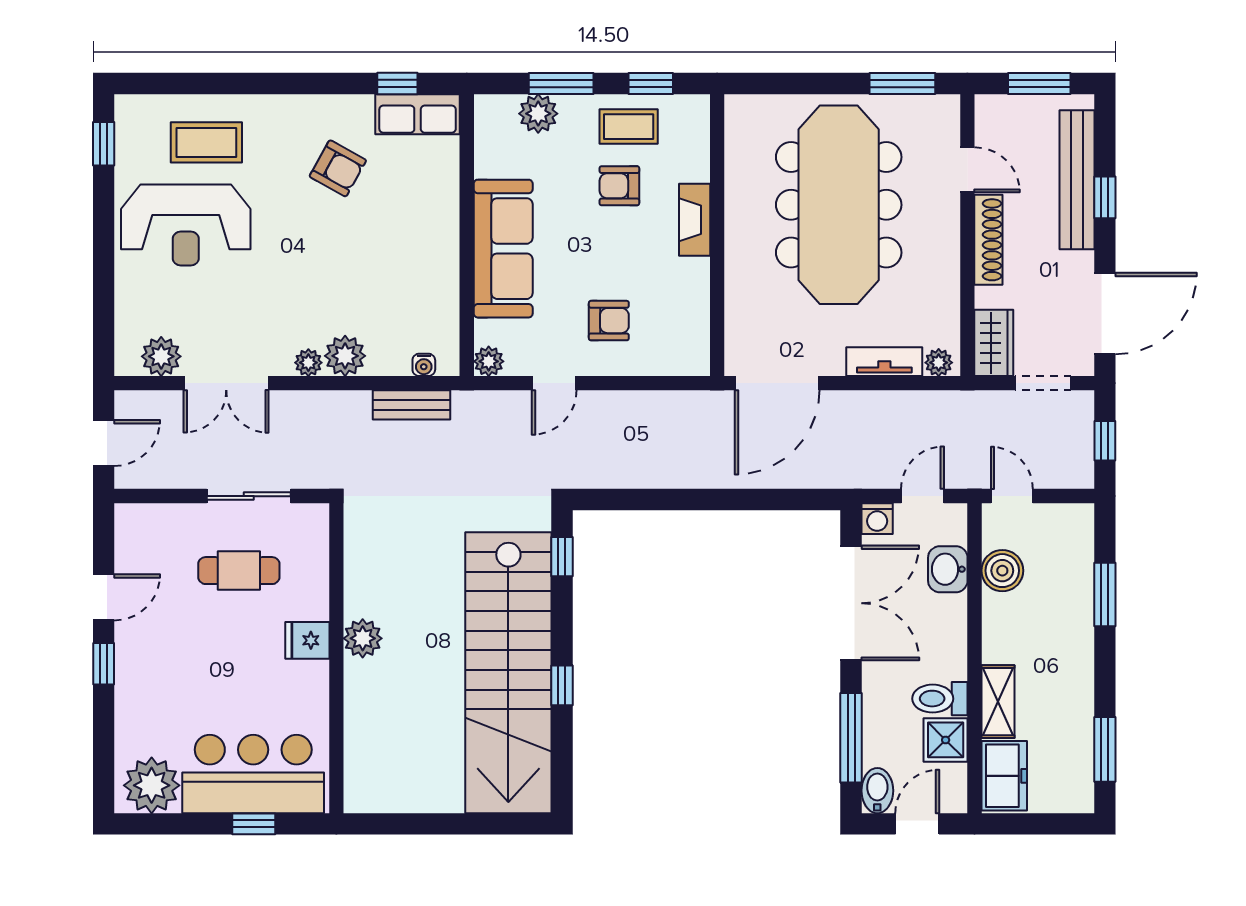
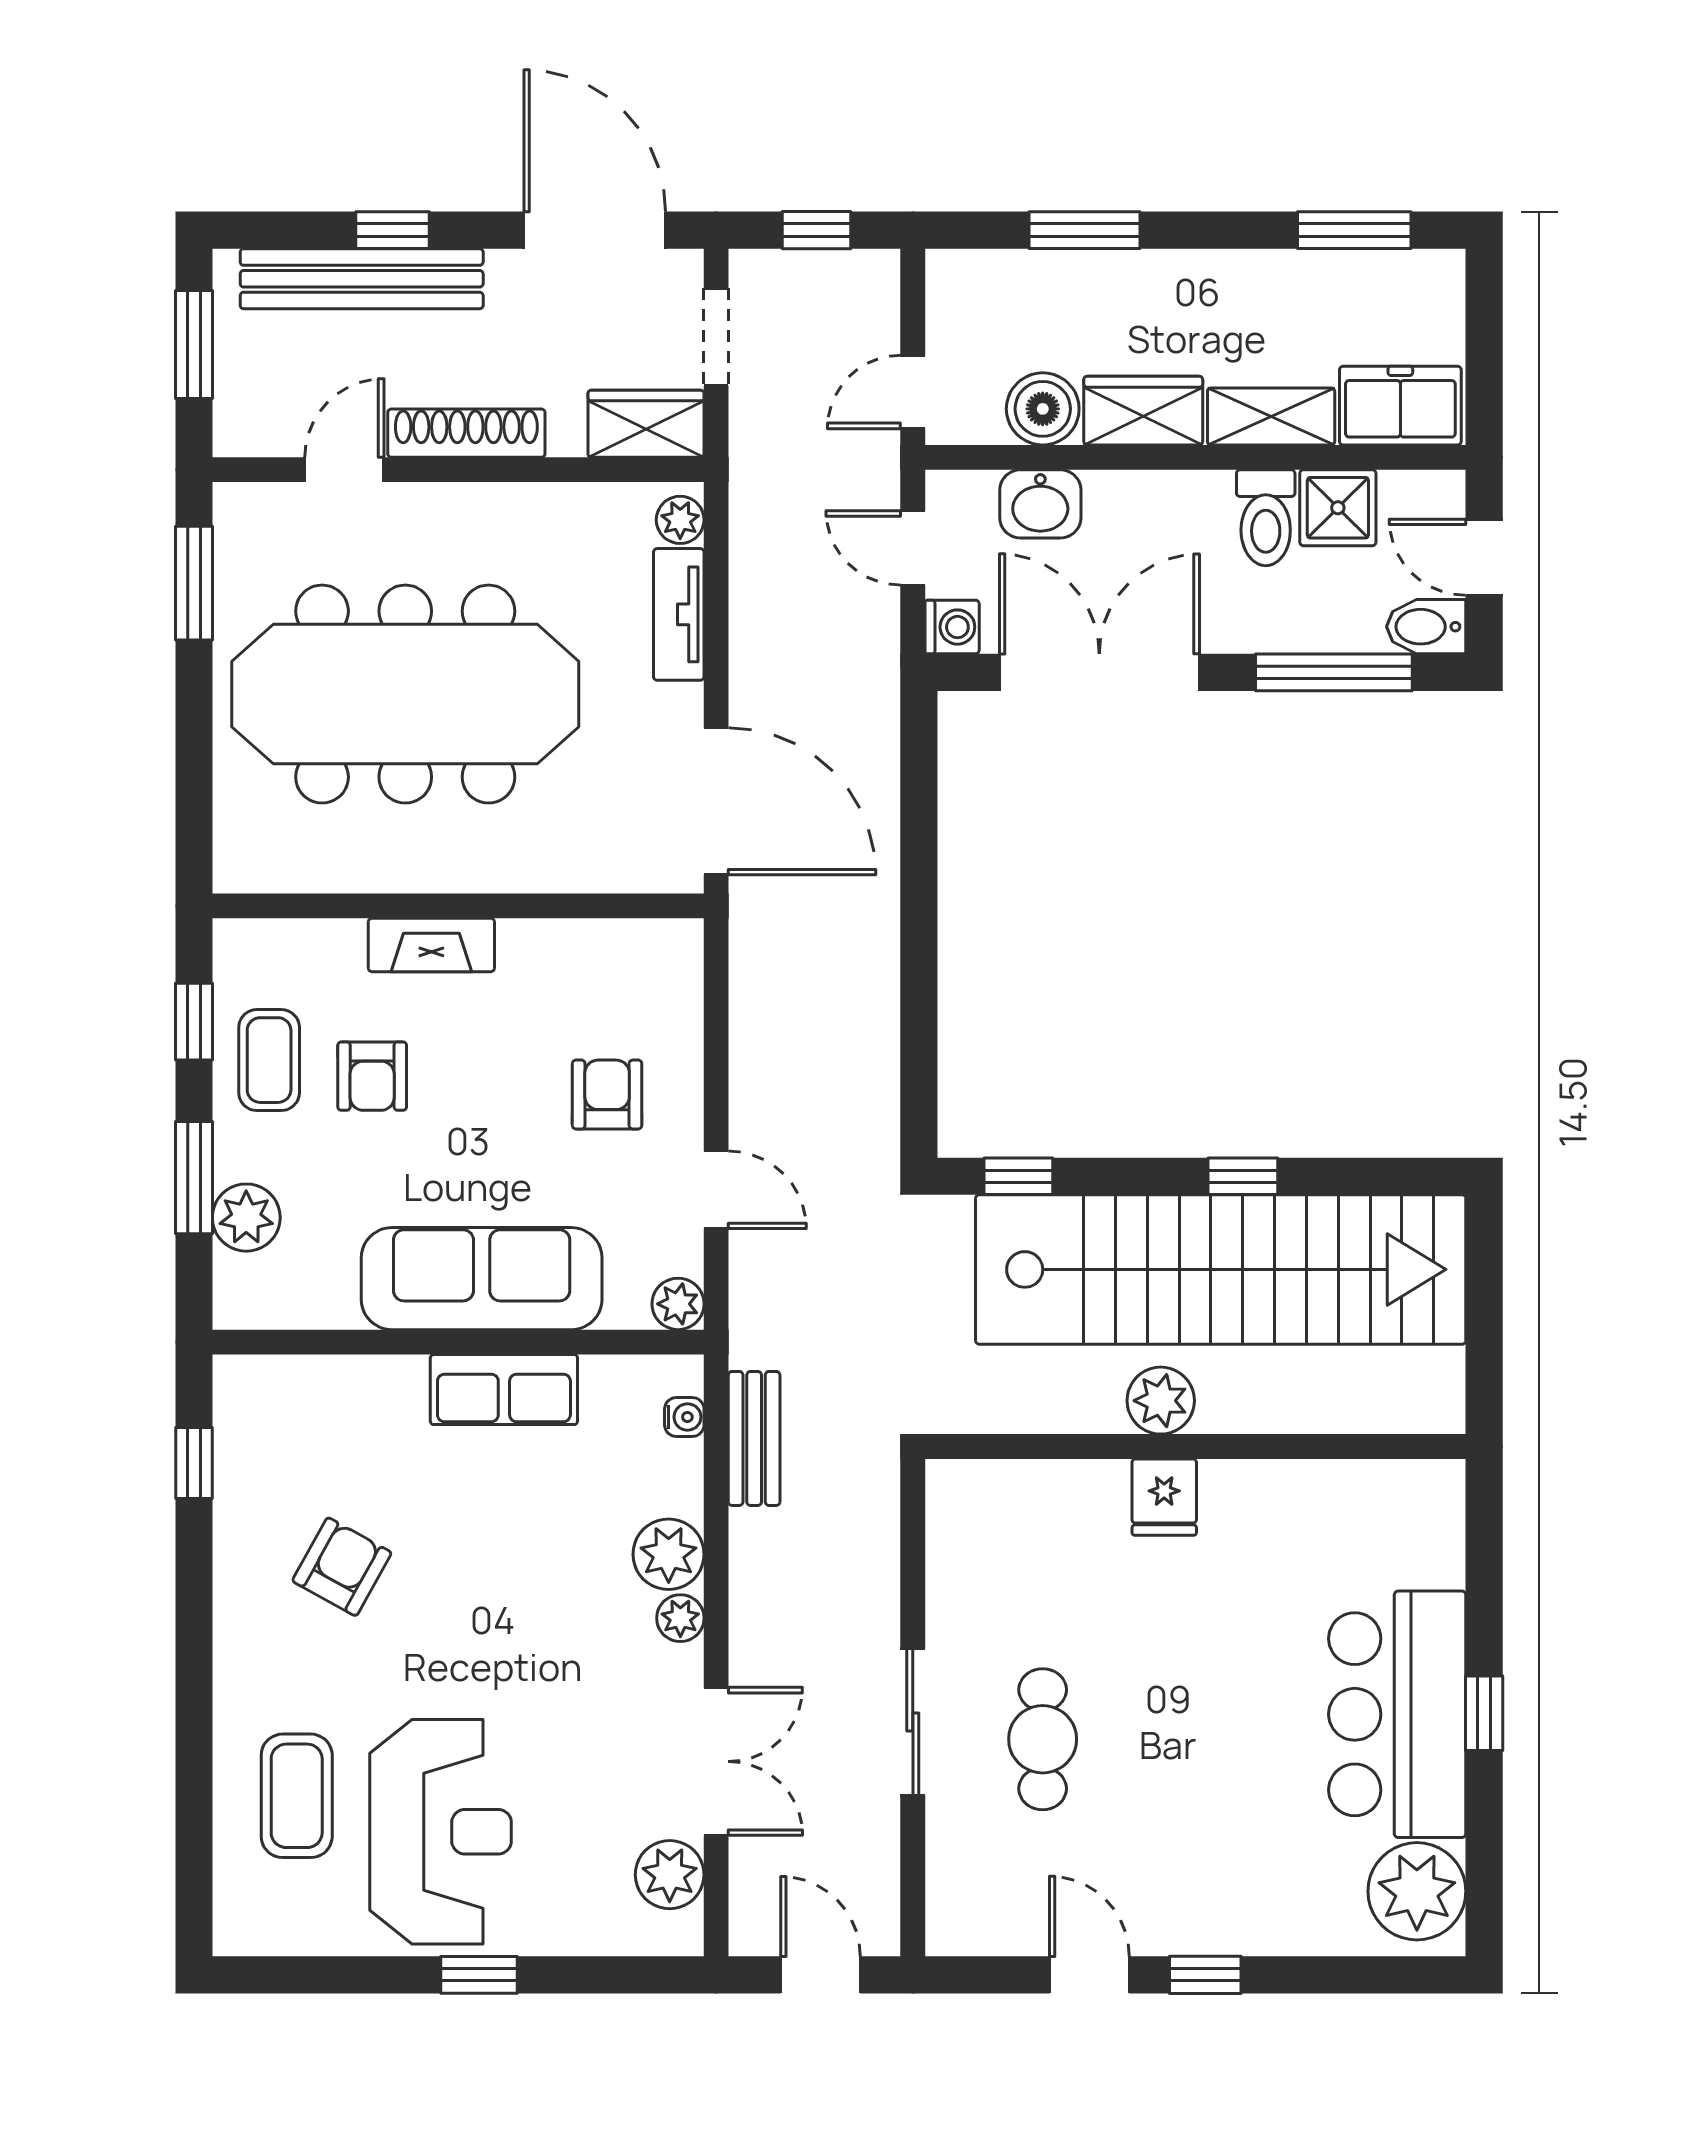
row of seats: (418, 114) -> (504, 1390), moved, turned 90
window: (104, 144) -> (479, 1975), moved
wardrobe: (1001, 628) -> (1143, 411), added
plant: (363, 638) -> (1161, 1401), moved
fridge: (307, 640) -> (1164, 1497), moved
wall: (336, 658) -> (1195, 1446), moved

